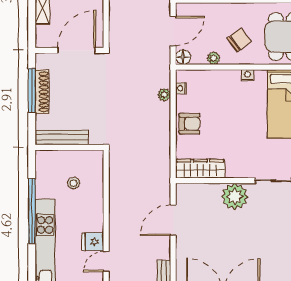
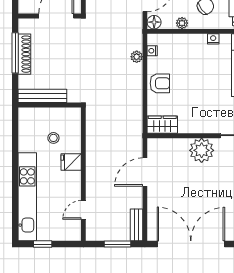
wardrobe: (200, 169) -> (162, 125), width x0.67
window: (32, 211) -> (15, 164), removed
fridge: (93, 242) -> (71, 162), moved

